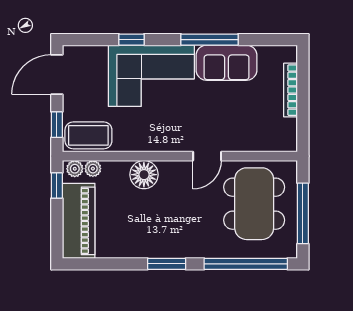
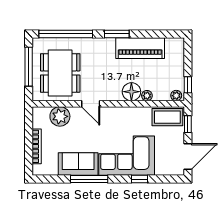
plant: (255, 136) -> (60, 116), added
door: (207, 156) -> (91, 104), swing flipped
plant: (93, 169) -> (147, 96), moved
piano: (79, 221) -> (140, 48), moved, turned -90

